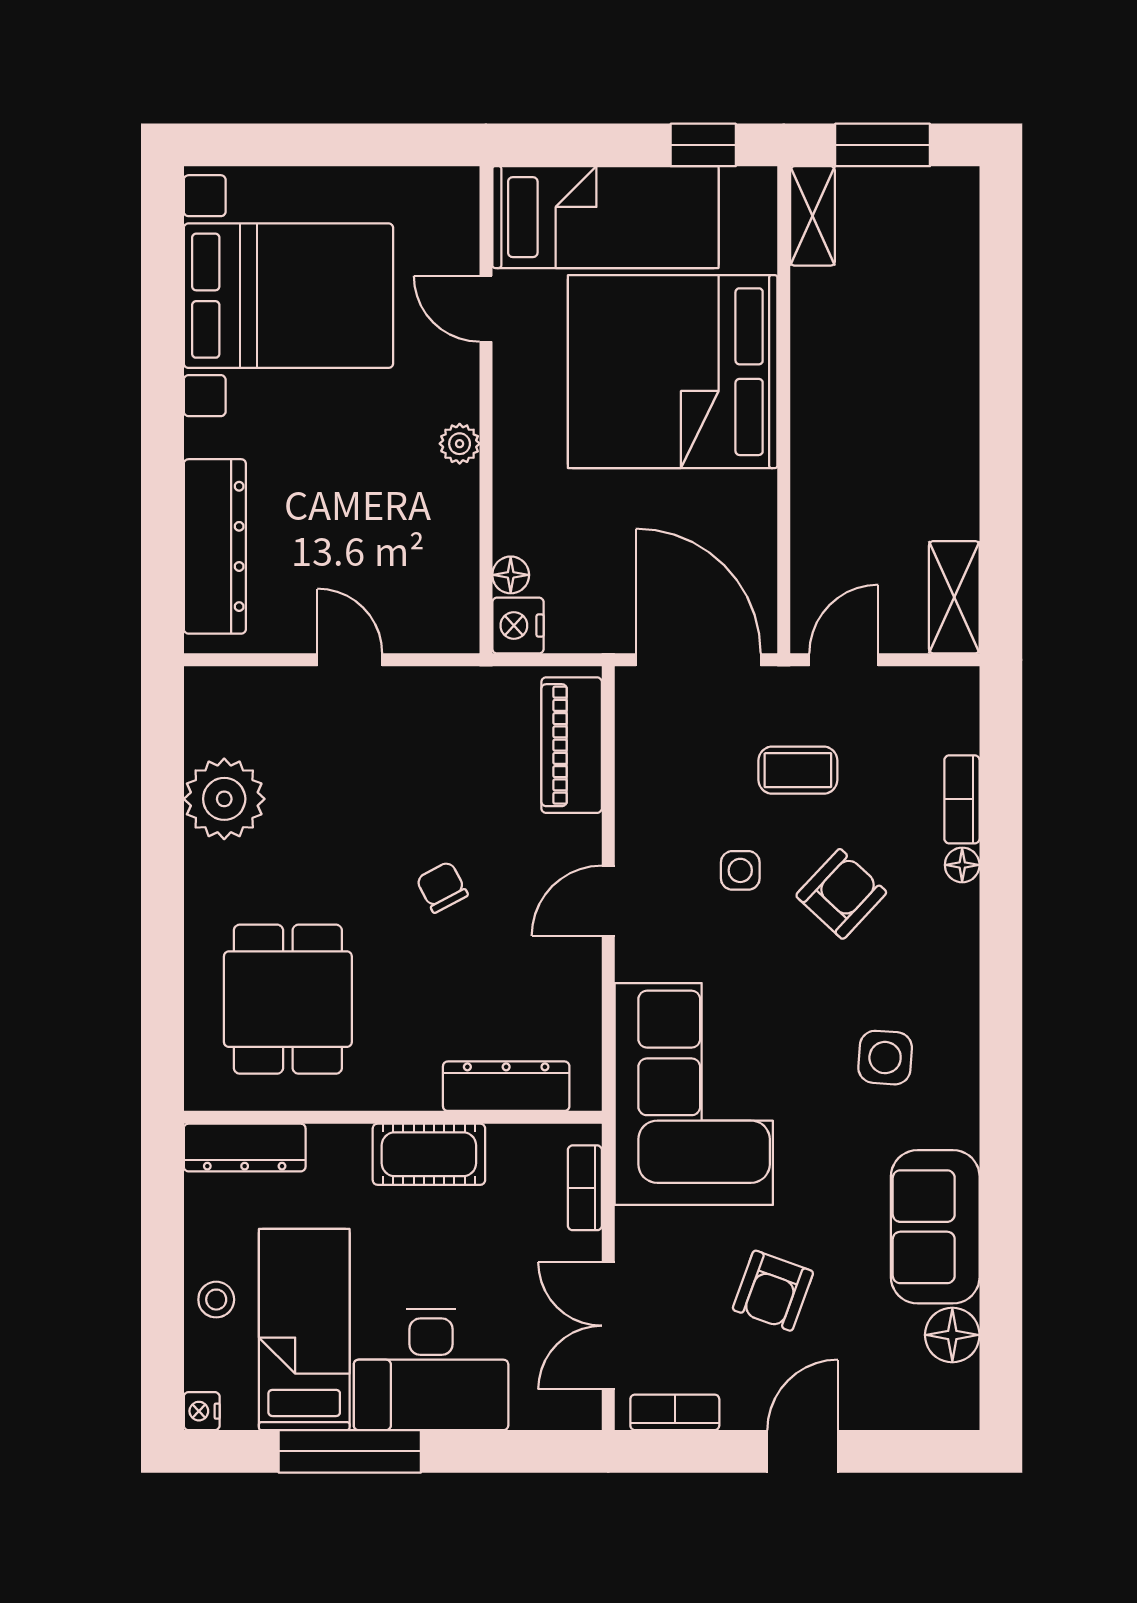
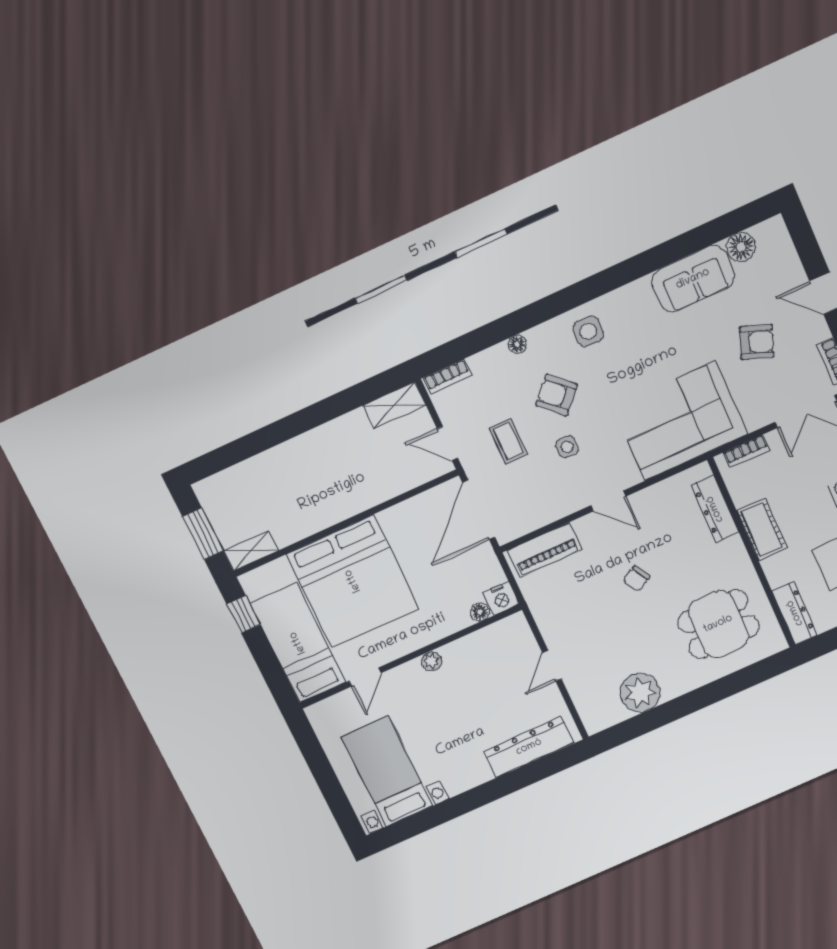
bed with nightstands: (288, 296) -> (387, 772), width x0.73
bookcase: (962, 799) -> (447, 377), moved
side table: (885, 1058) -> (588, 331), moved

